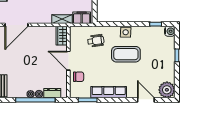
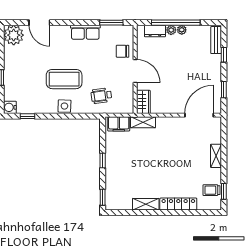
row of seats: (109, 92) -> (85, 32), width x0.68

